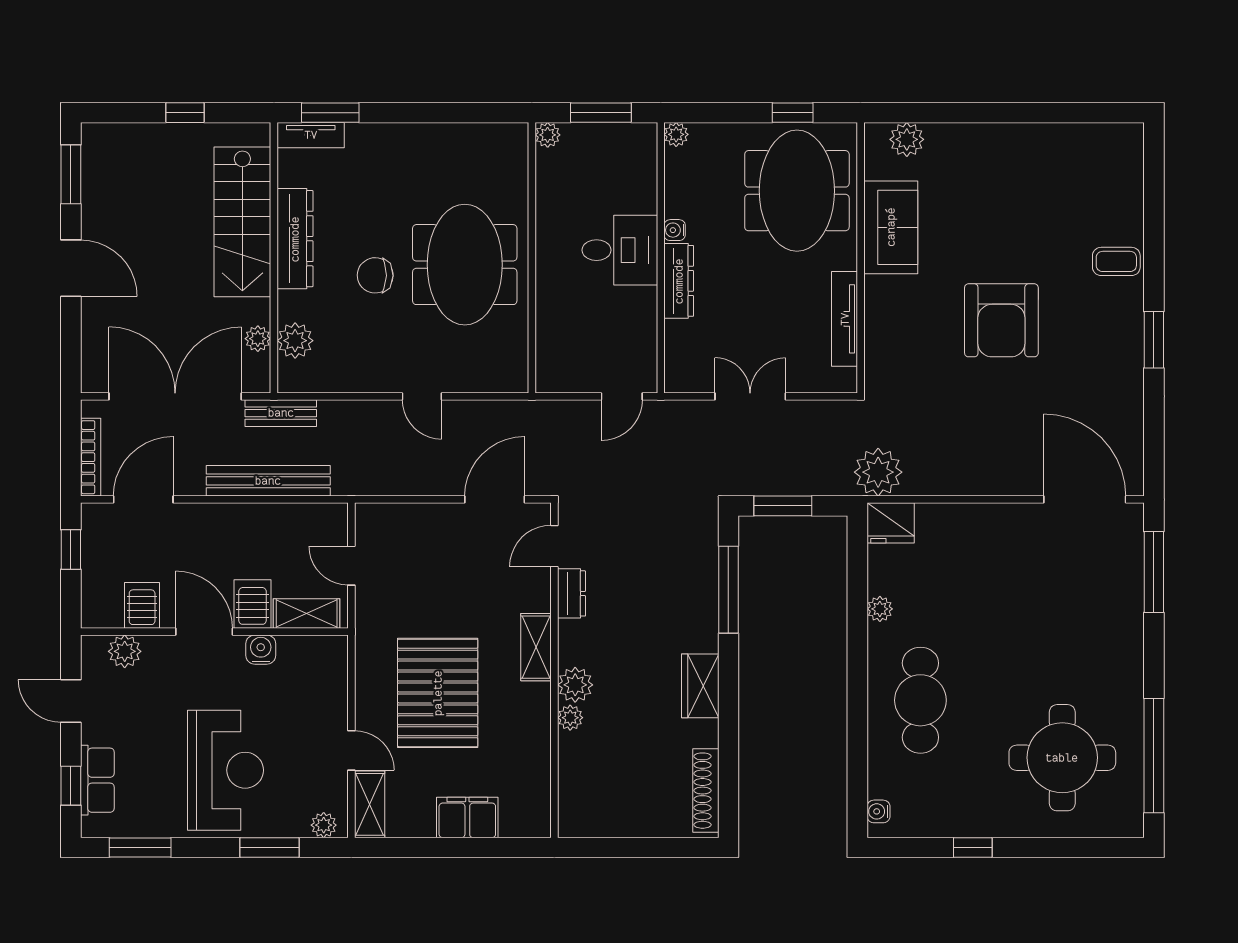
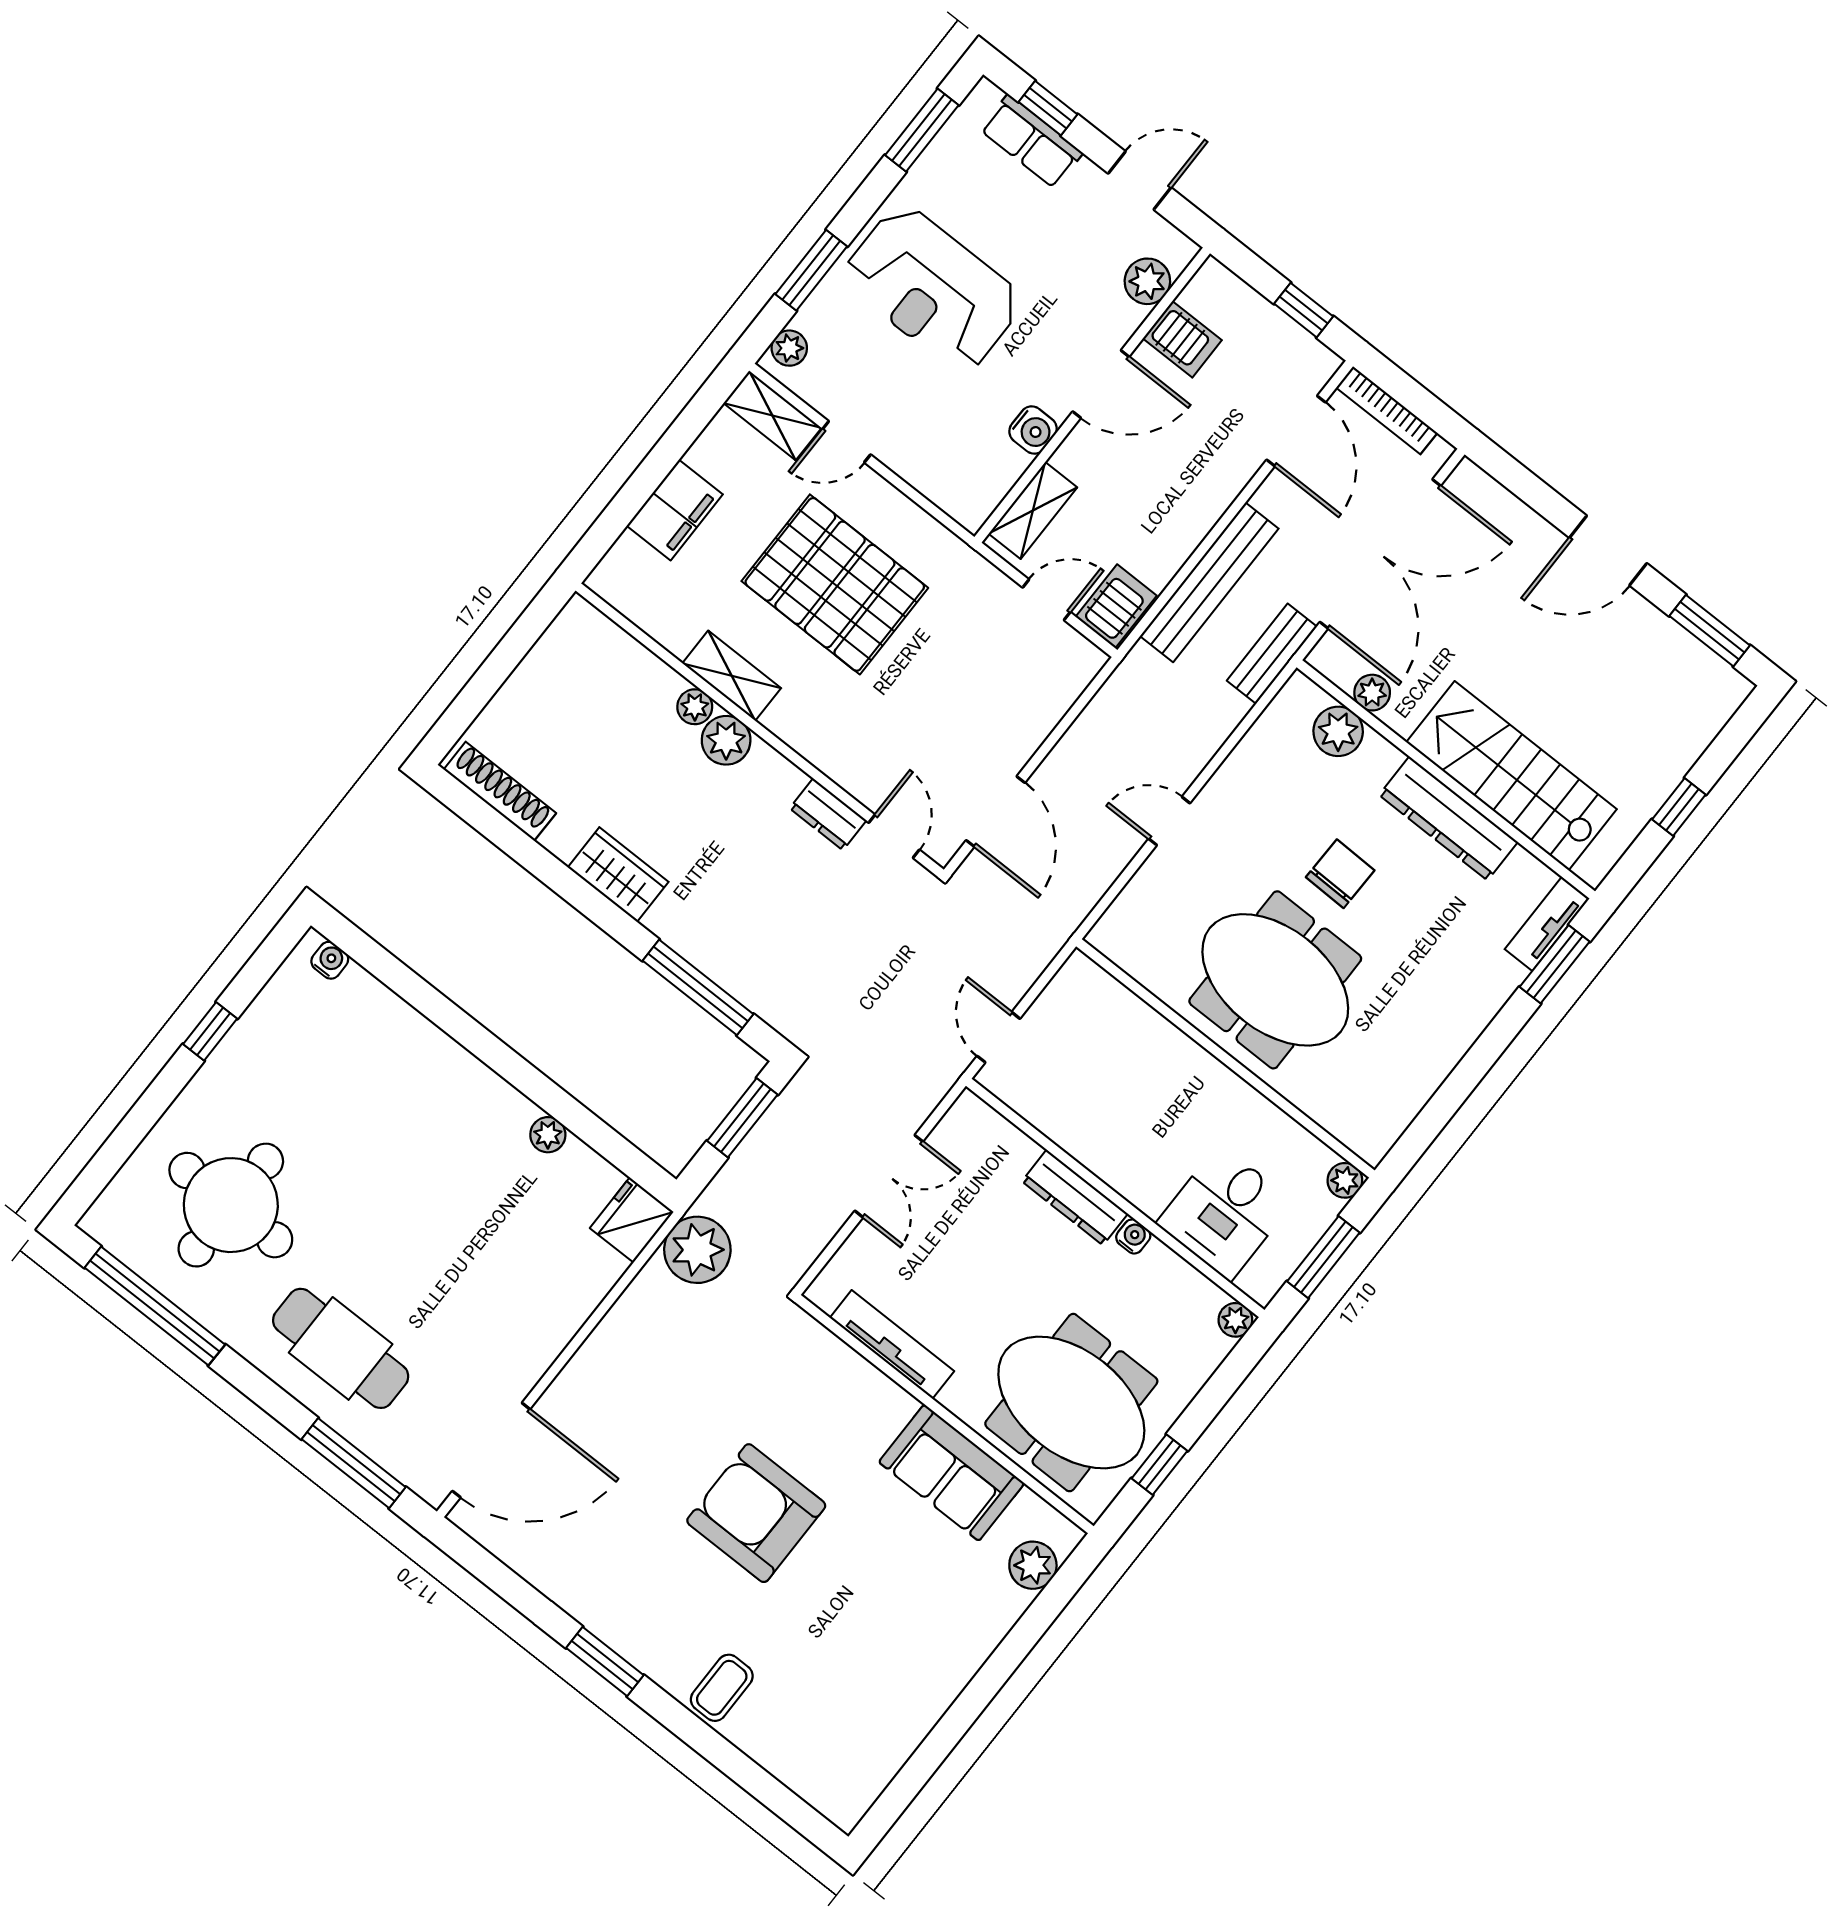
desk: (620, 250) -> (1225, 1213), moved
server rack: (253, 604) -> (1116, 606), moved, turned -90
shelving: (536, 647) -> (732, 676), moved
cafe table: (920, 700) -> (341, 1348), moved

